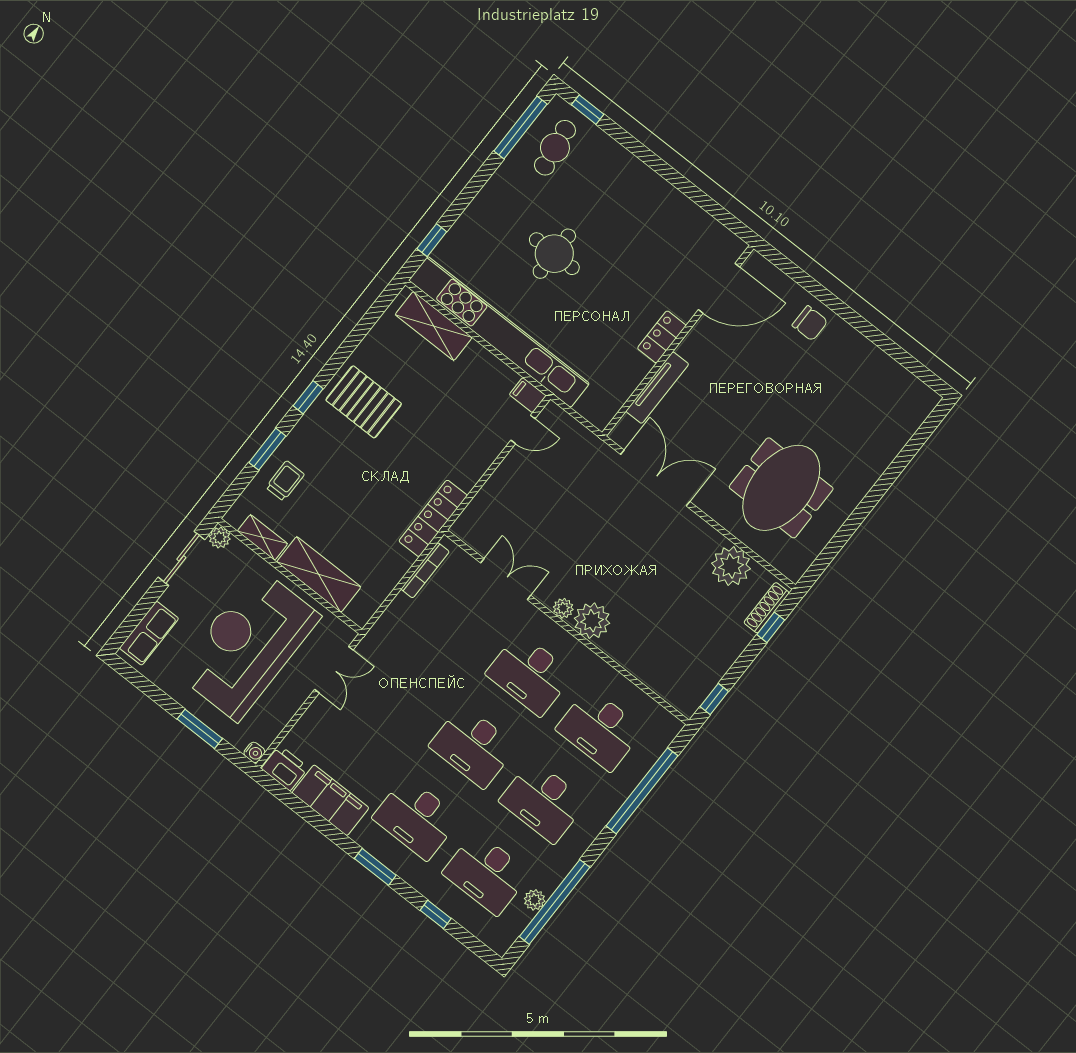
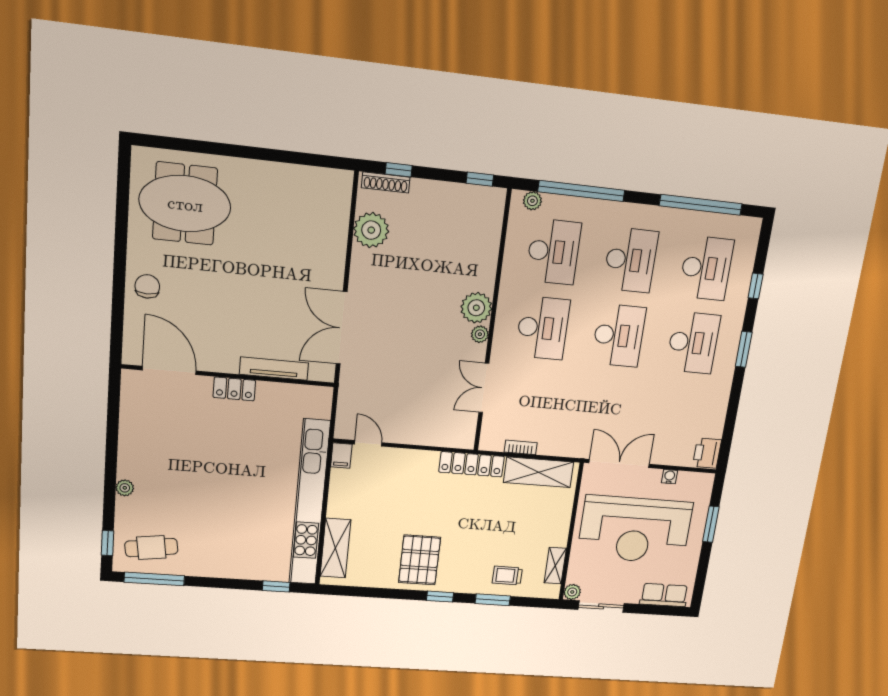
plant: (632, 166) -> (125, 488), added
round table: (554, 254) -> (227, 501), removed
meeting table: (781, 488) -> (185, 204), moved
bookcase: (425, 570) -> (521, 447), width x0.64
shelving: (319, 574) -> (539, 472), moved, turned 90
double door: (334, 670) -> (619, 464), width x1.37
water cooler: (254, 752) -> (670, 477), moved
filing cabinet: (330, 800) -> (713, 409), removed
plant: (535, 900) -> (532, 201), moved

